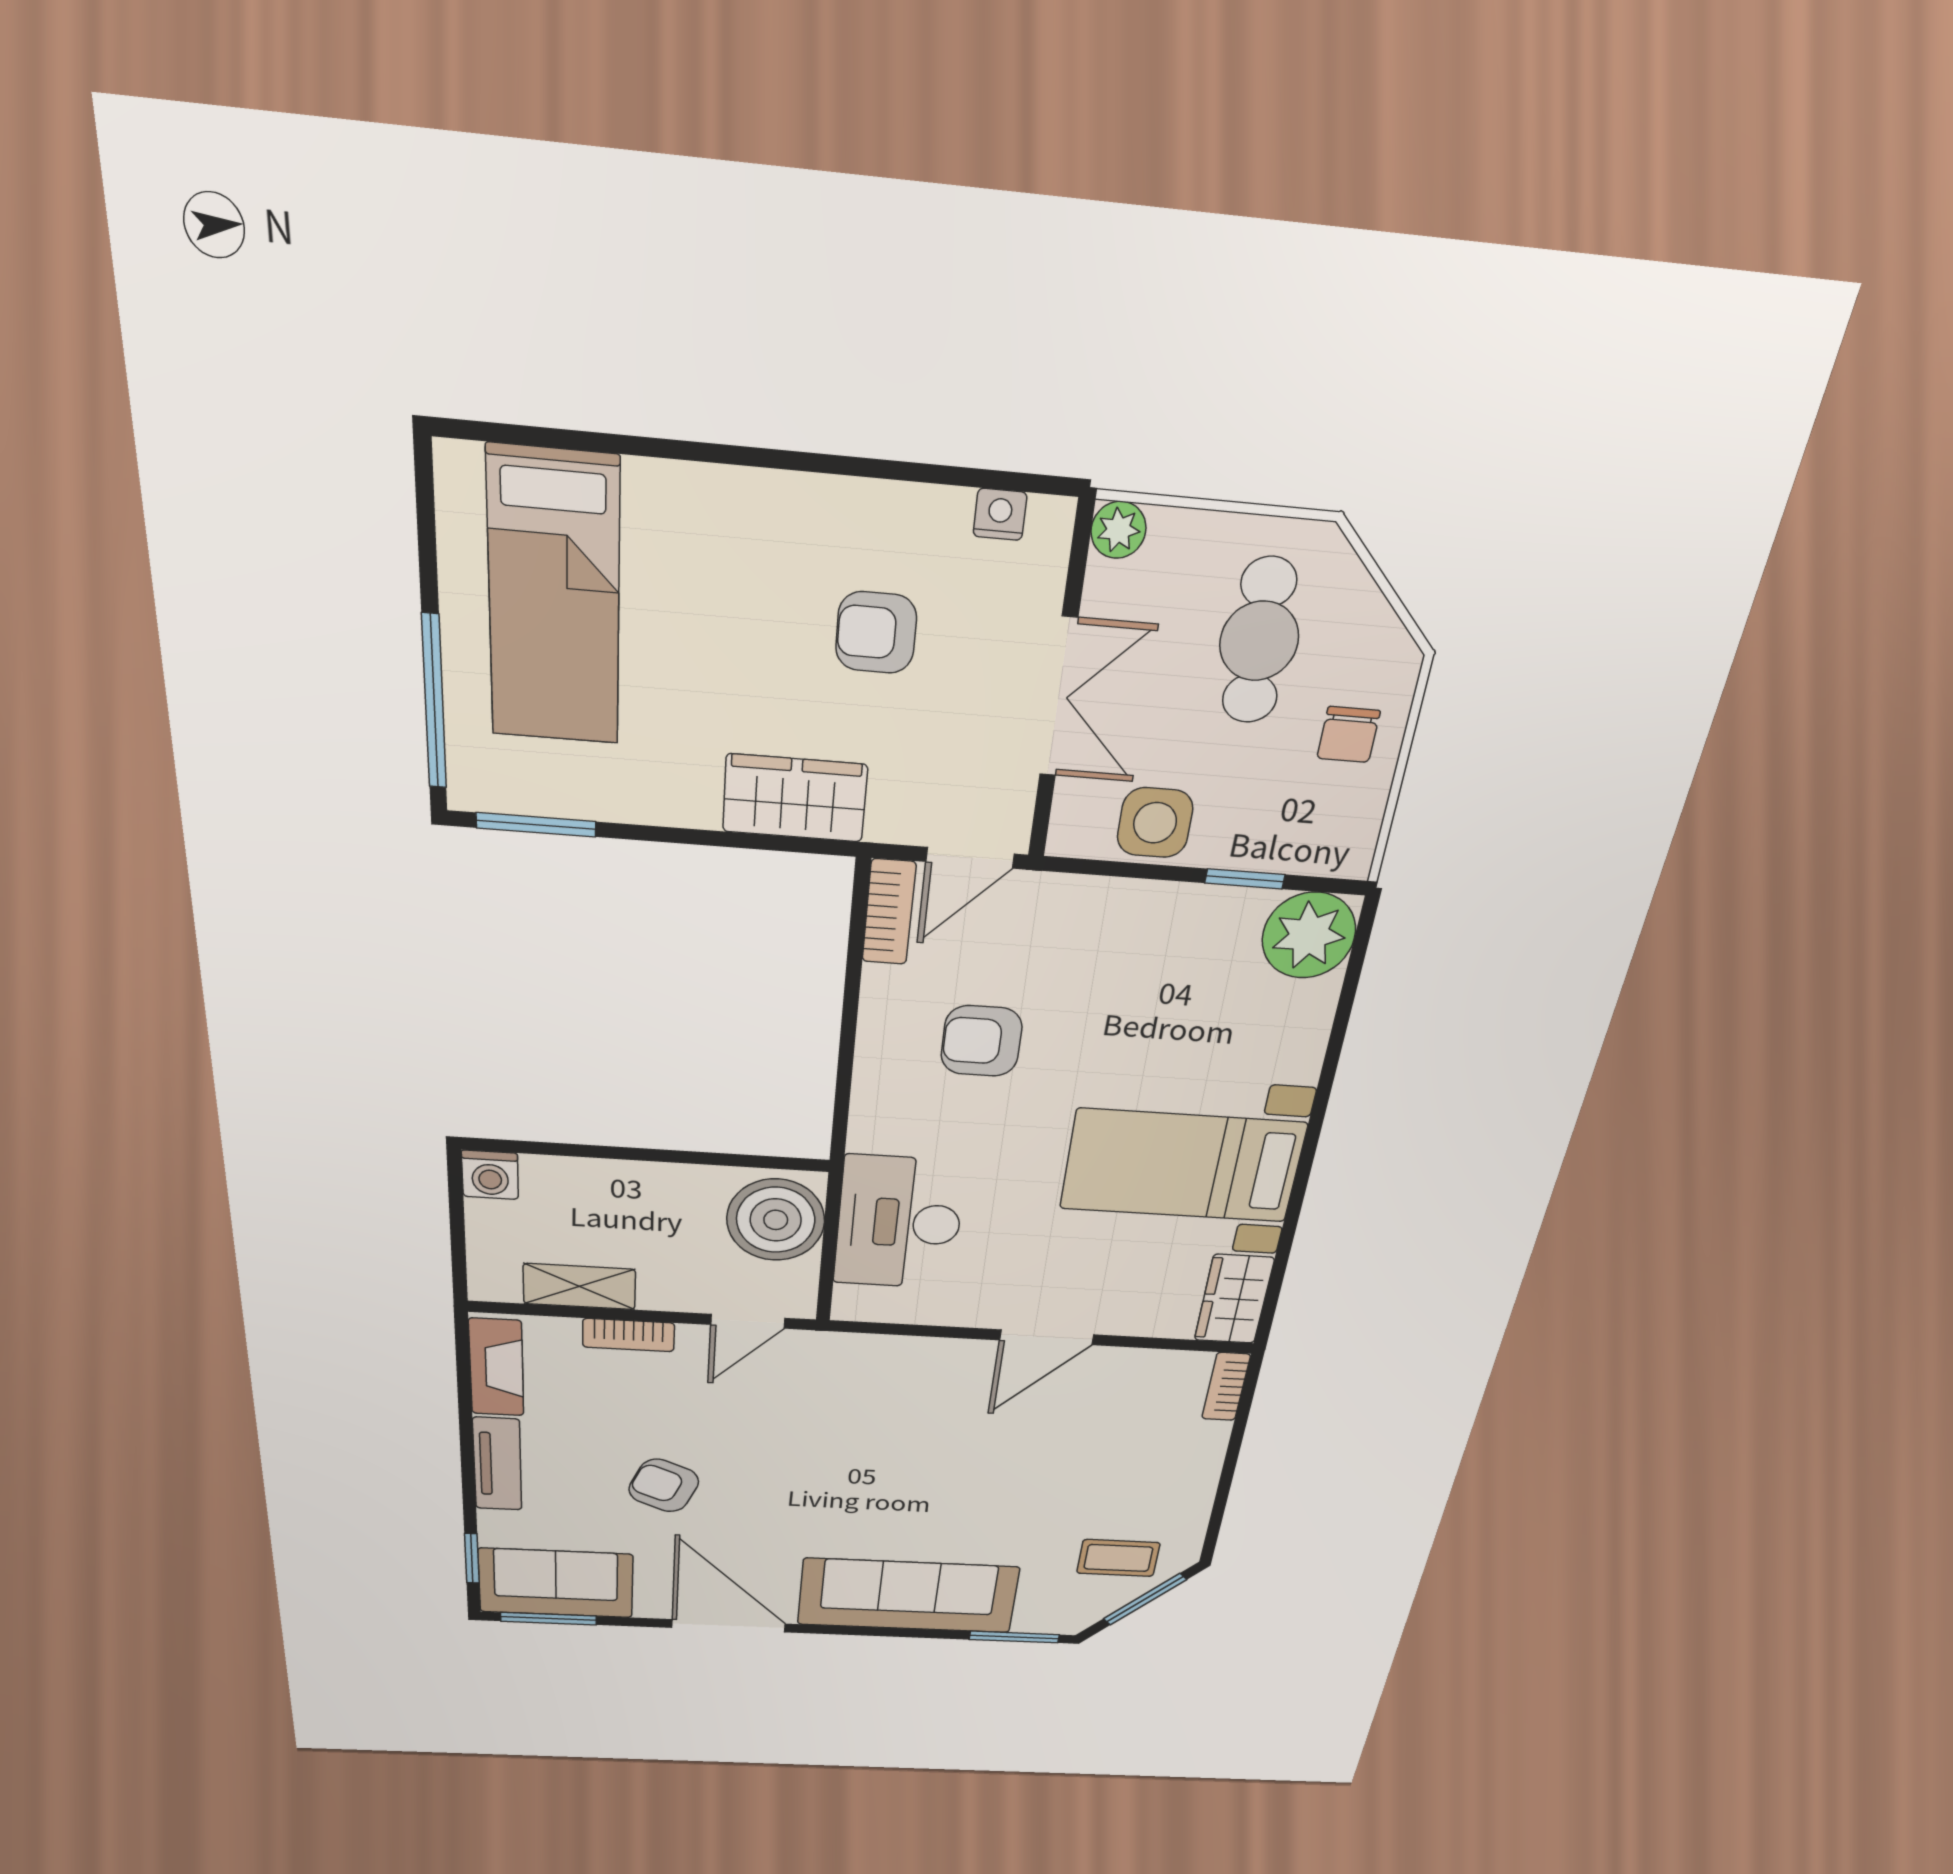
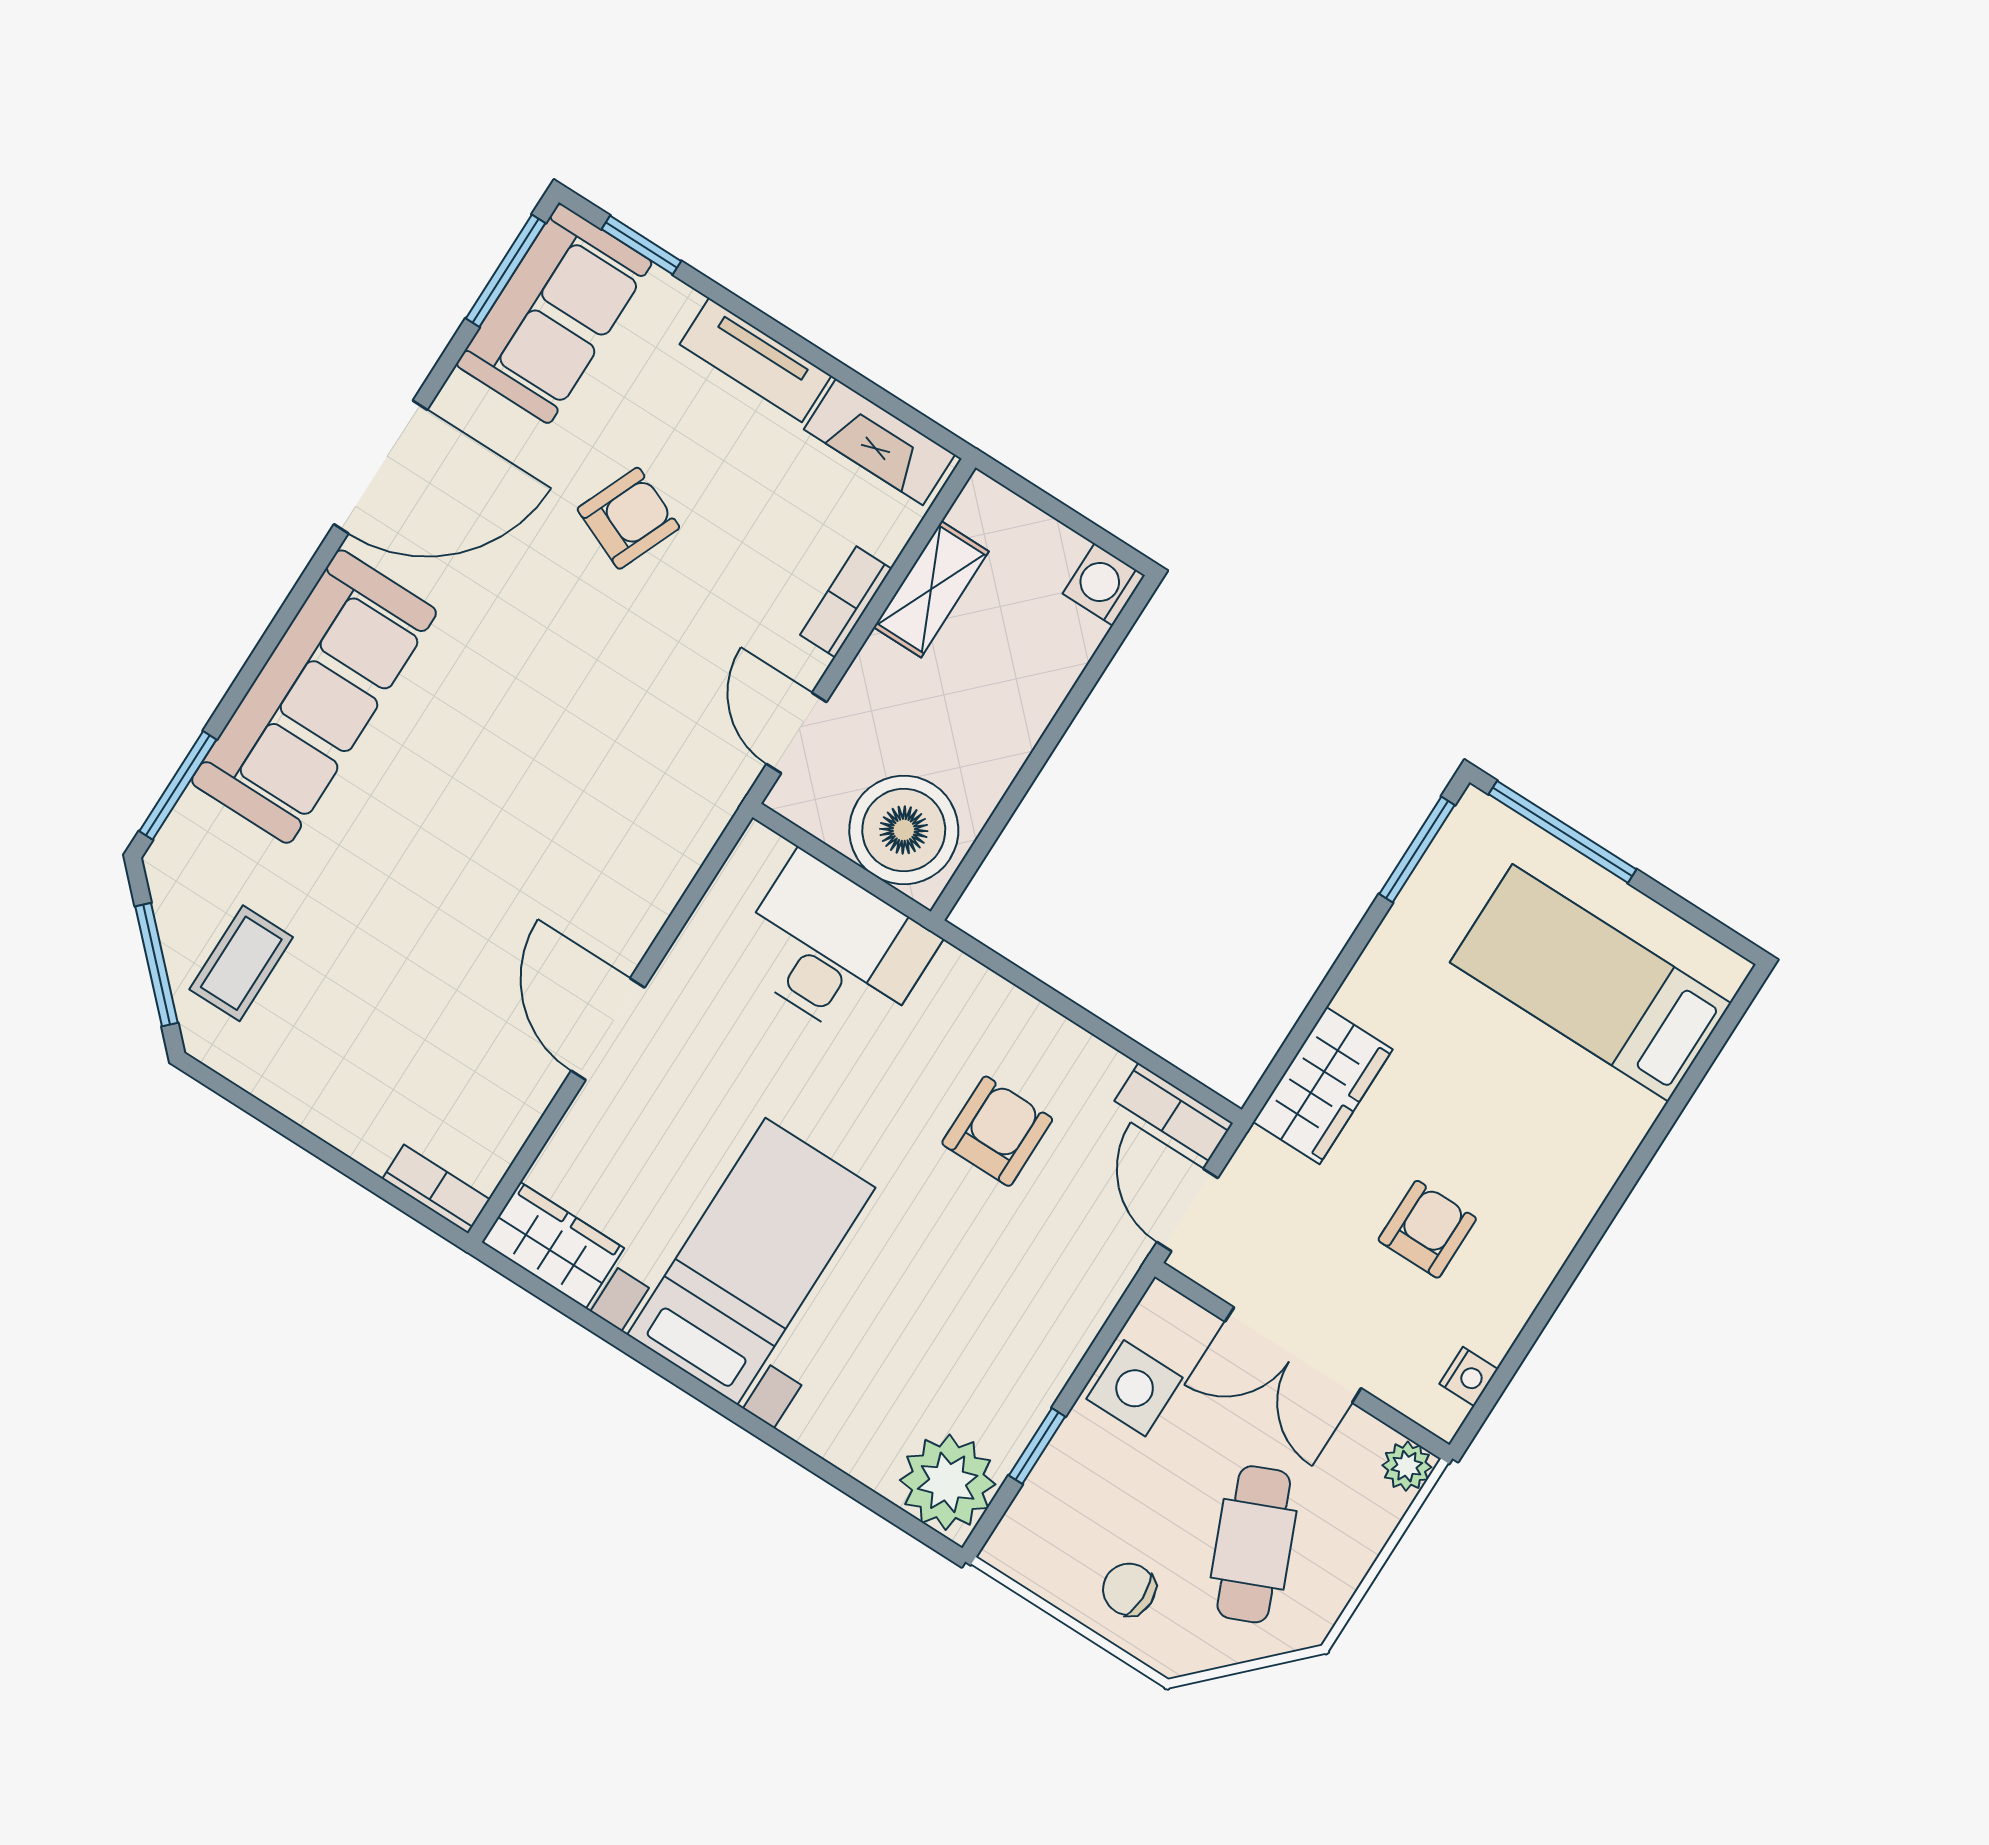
cafe table: (1259, 641) -> (1254, 1544), turned 69

